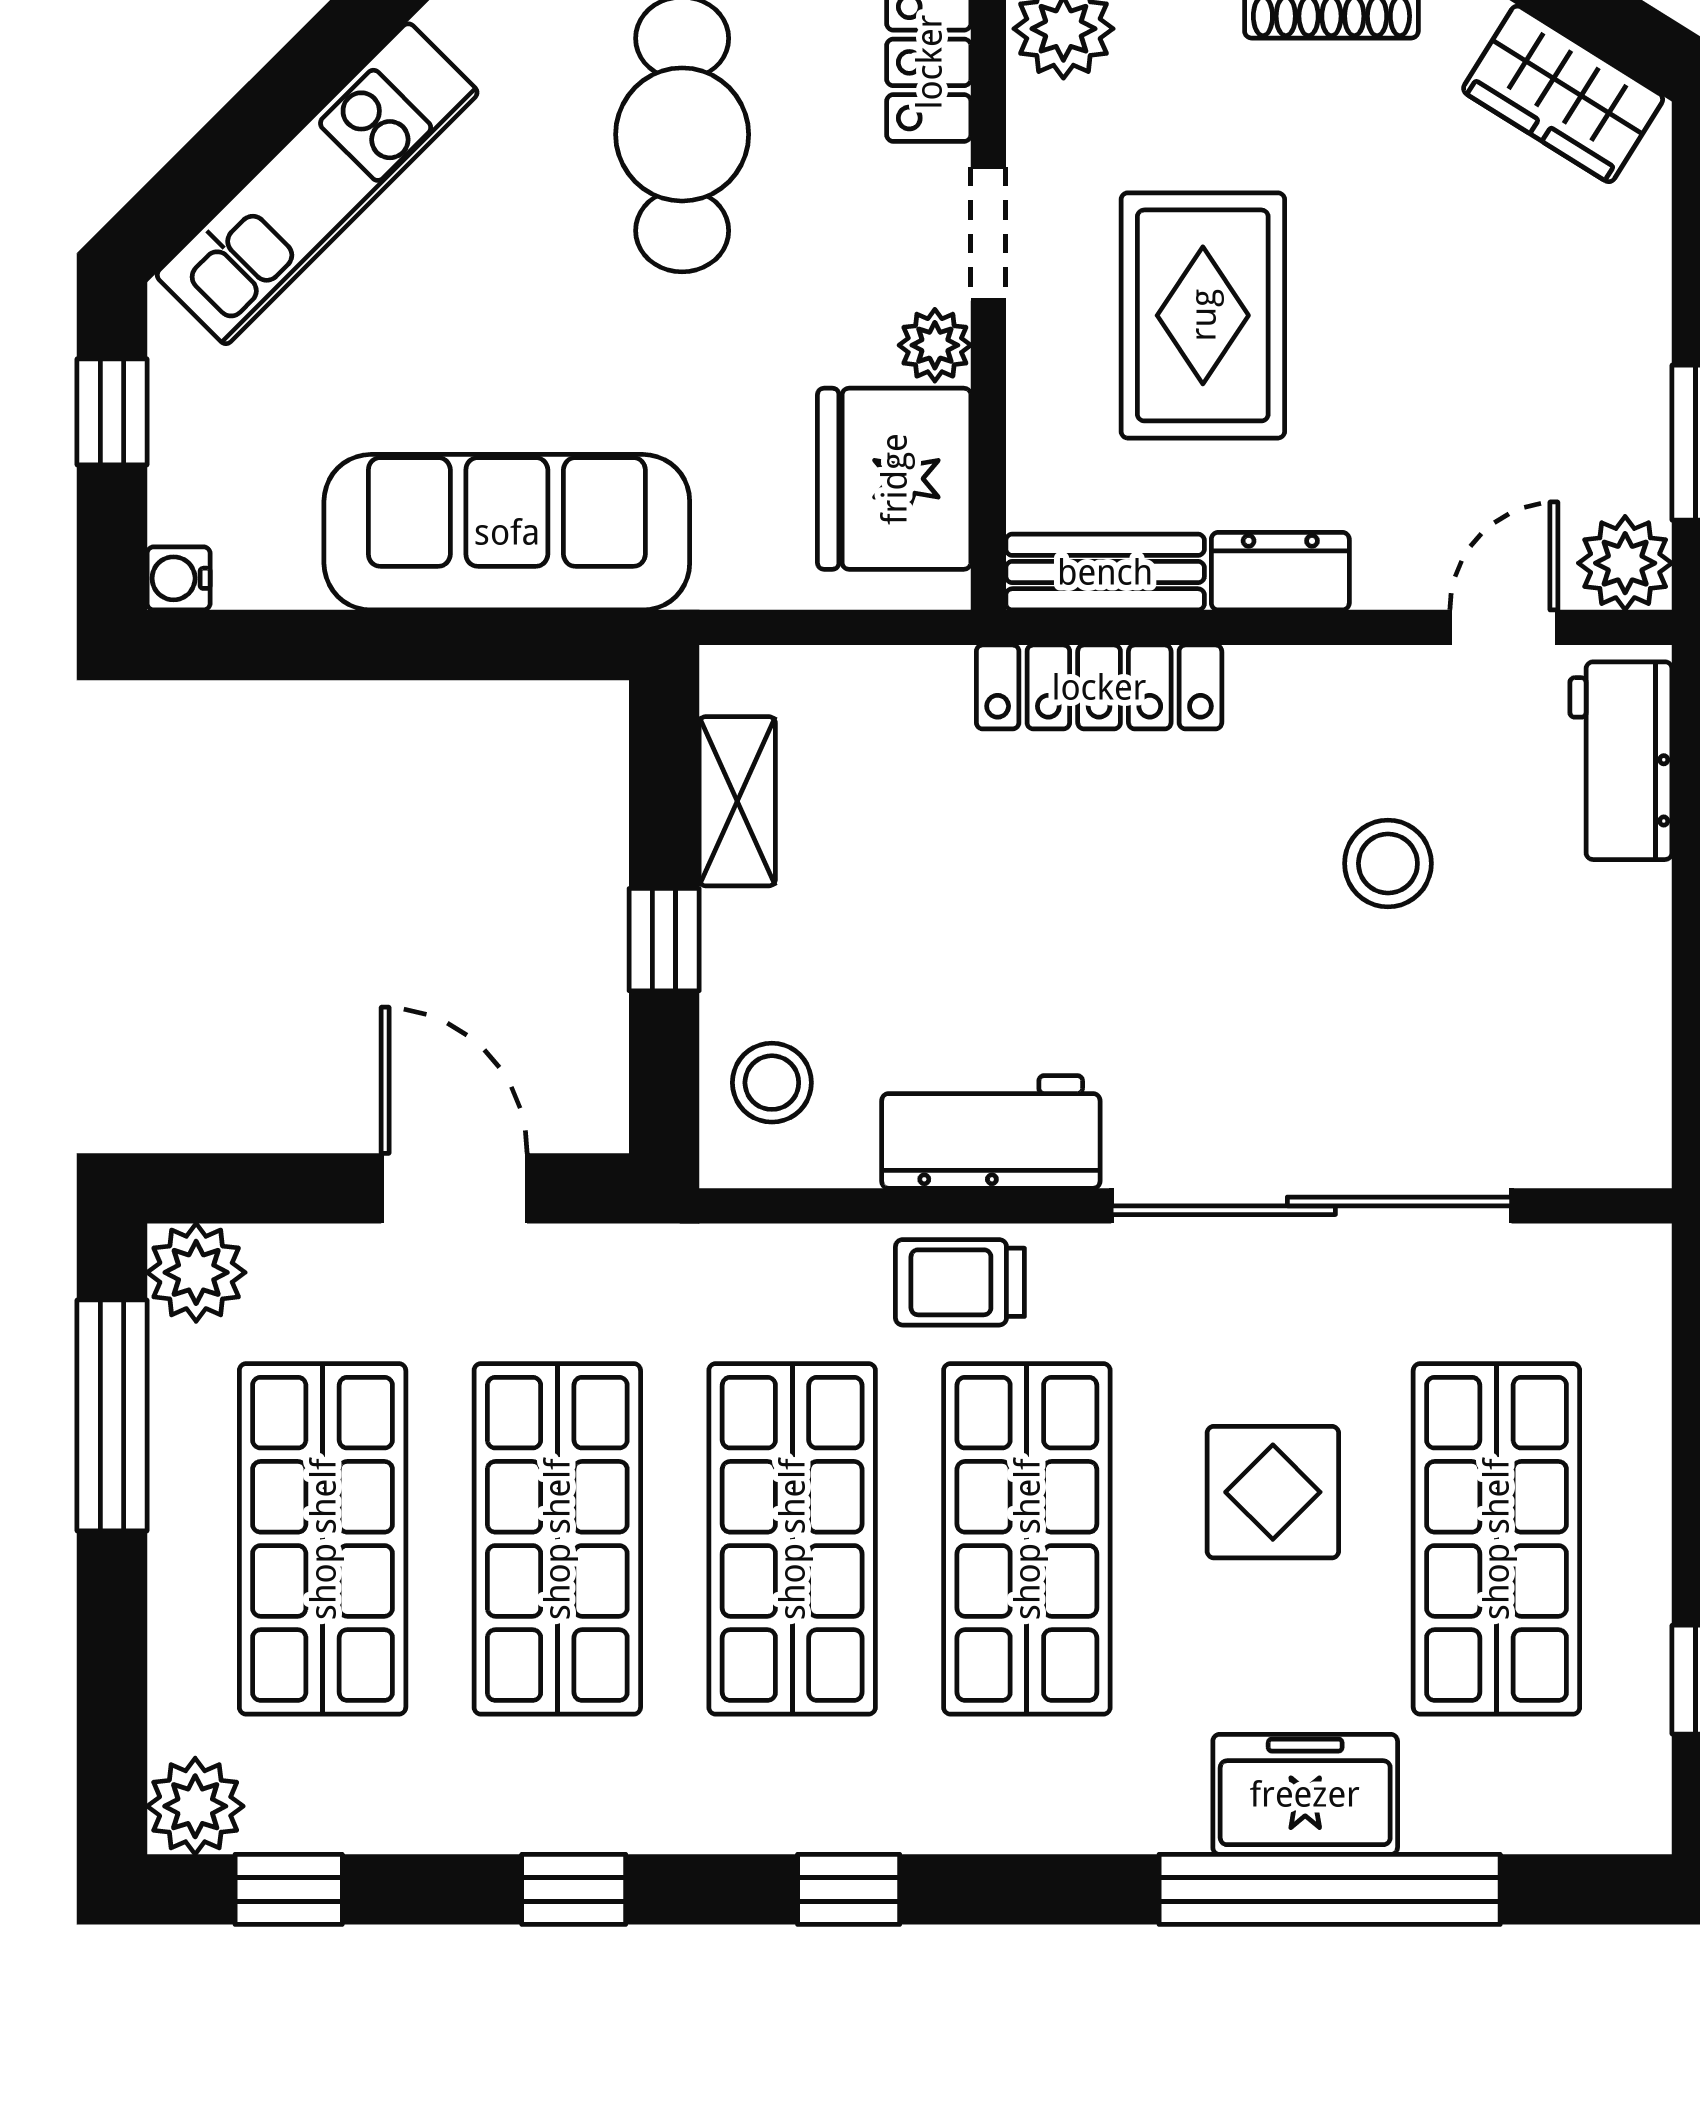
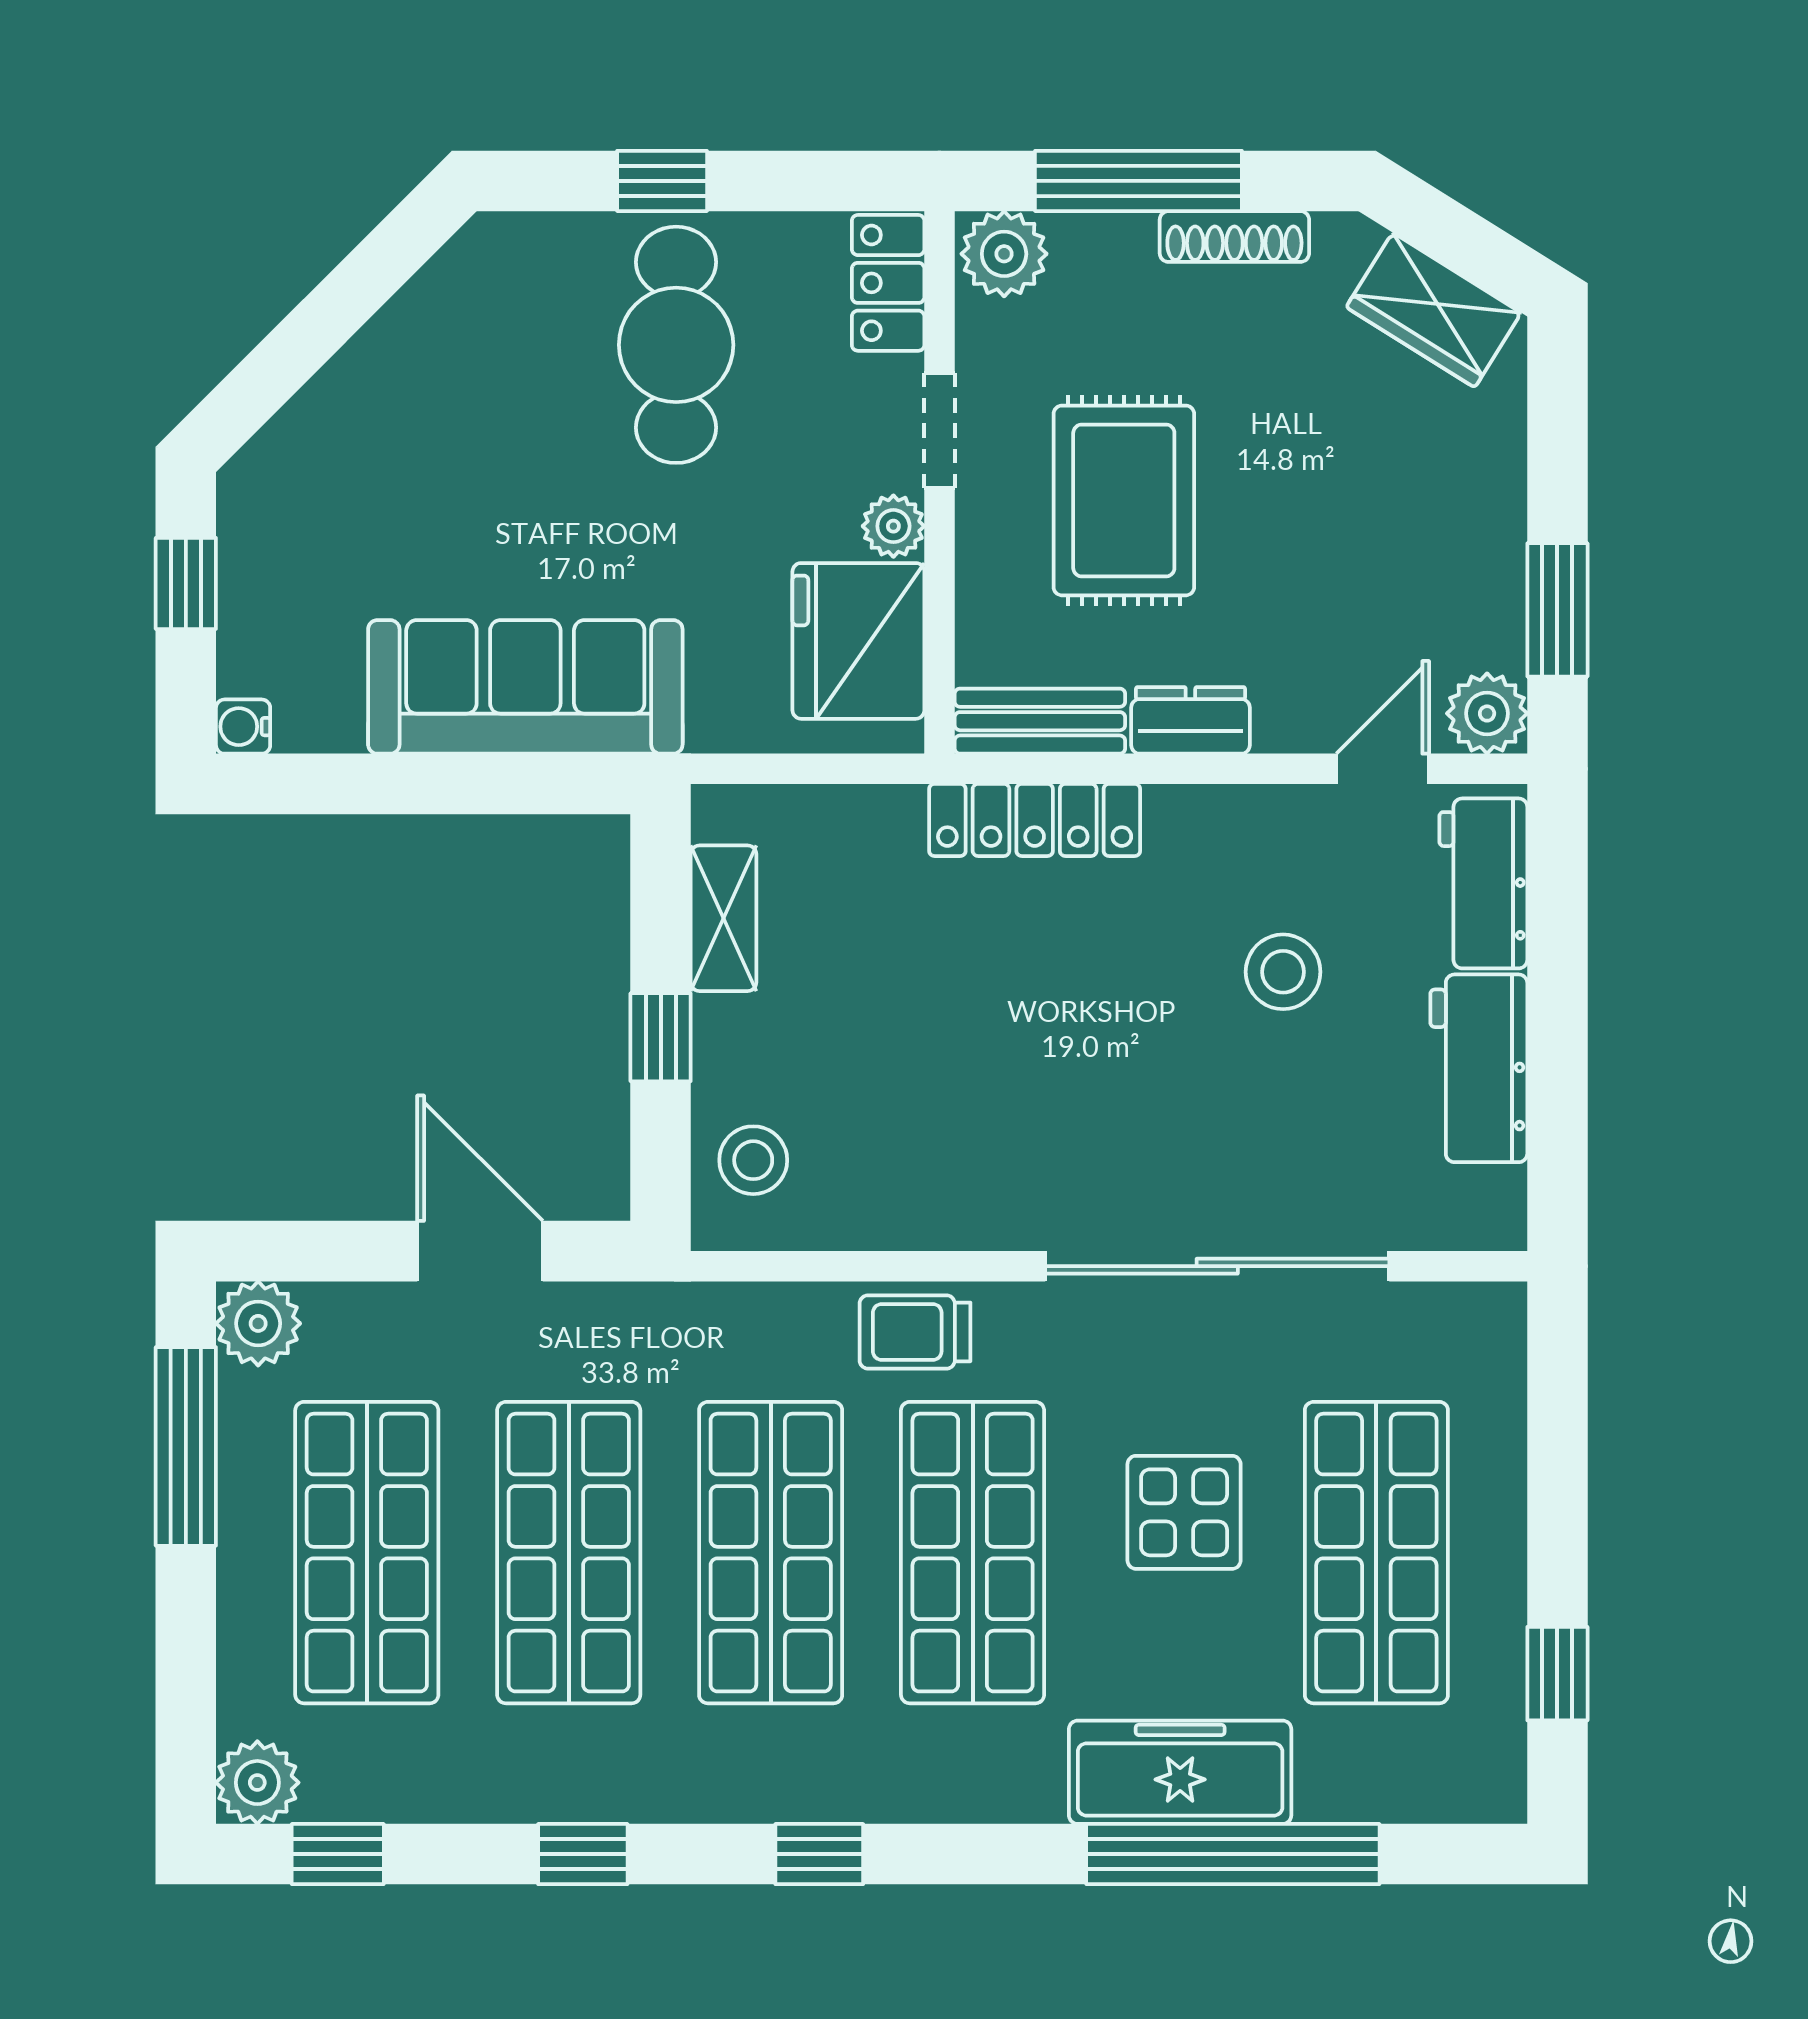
kitchen unit: (317, 184) -> (362, 387), removed
workbench: (991, 1132) -> (1479, 1068), moved, turned -90
freezer: (1305, 1794) -> (1180, 1772), width x1.40

